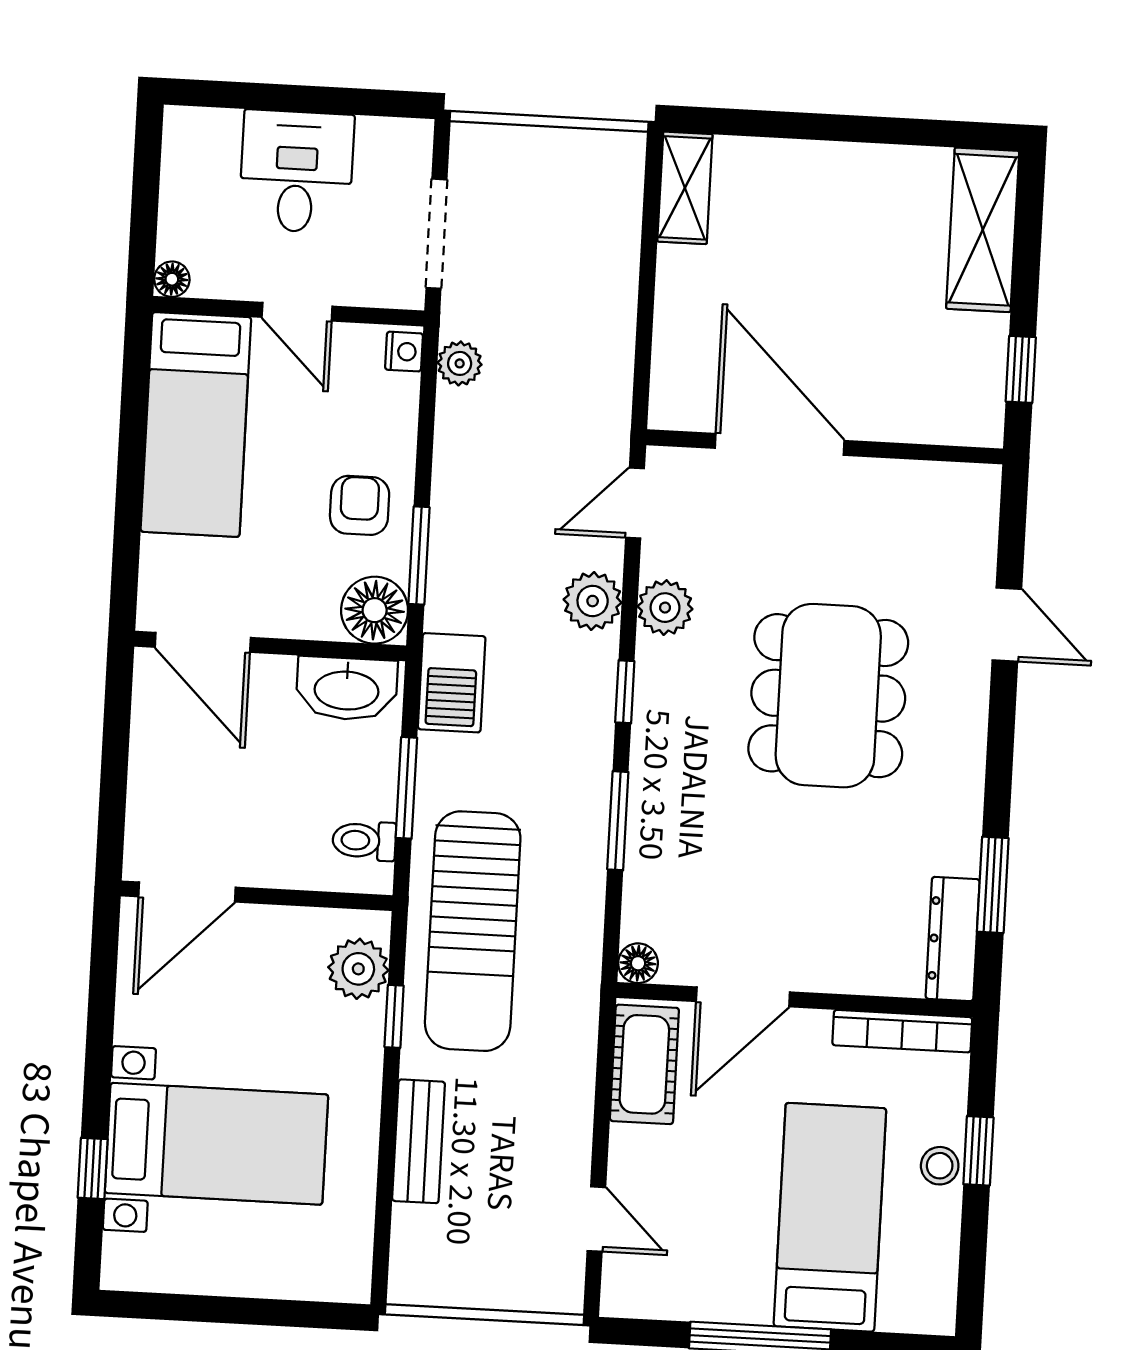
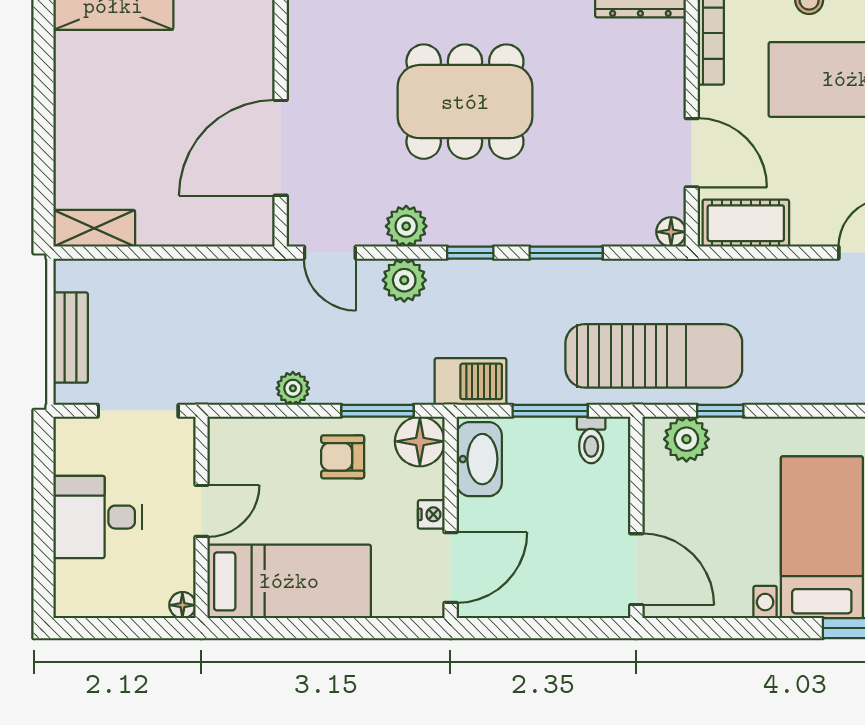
nightstand: (404, 352) -> (431, 514), moved, turned 90
plant: (460, 363) -> (293, 388), moved
bench: (419, 1141) -> (71, 338), moved, turned 90

